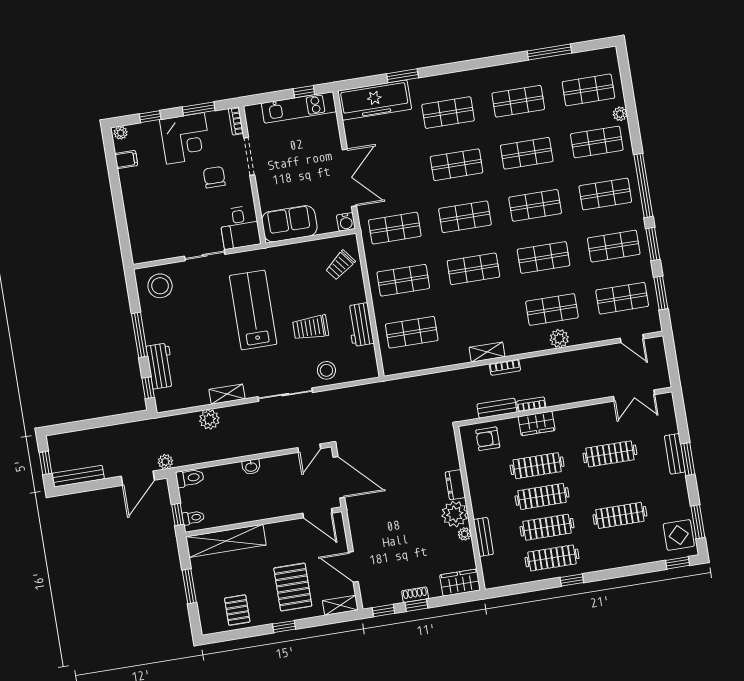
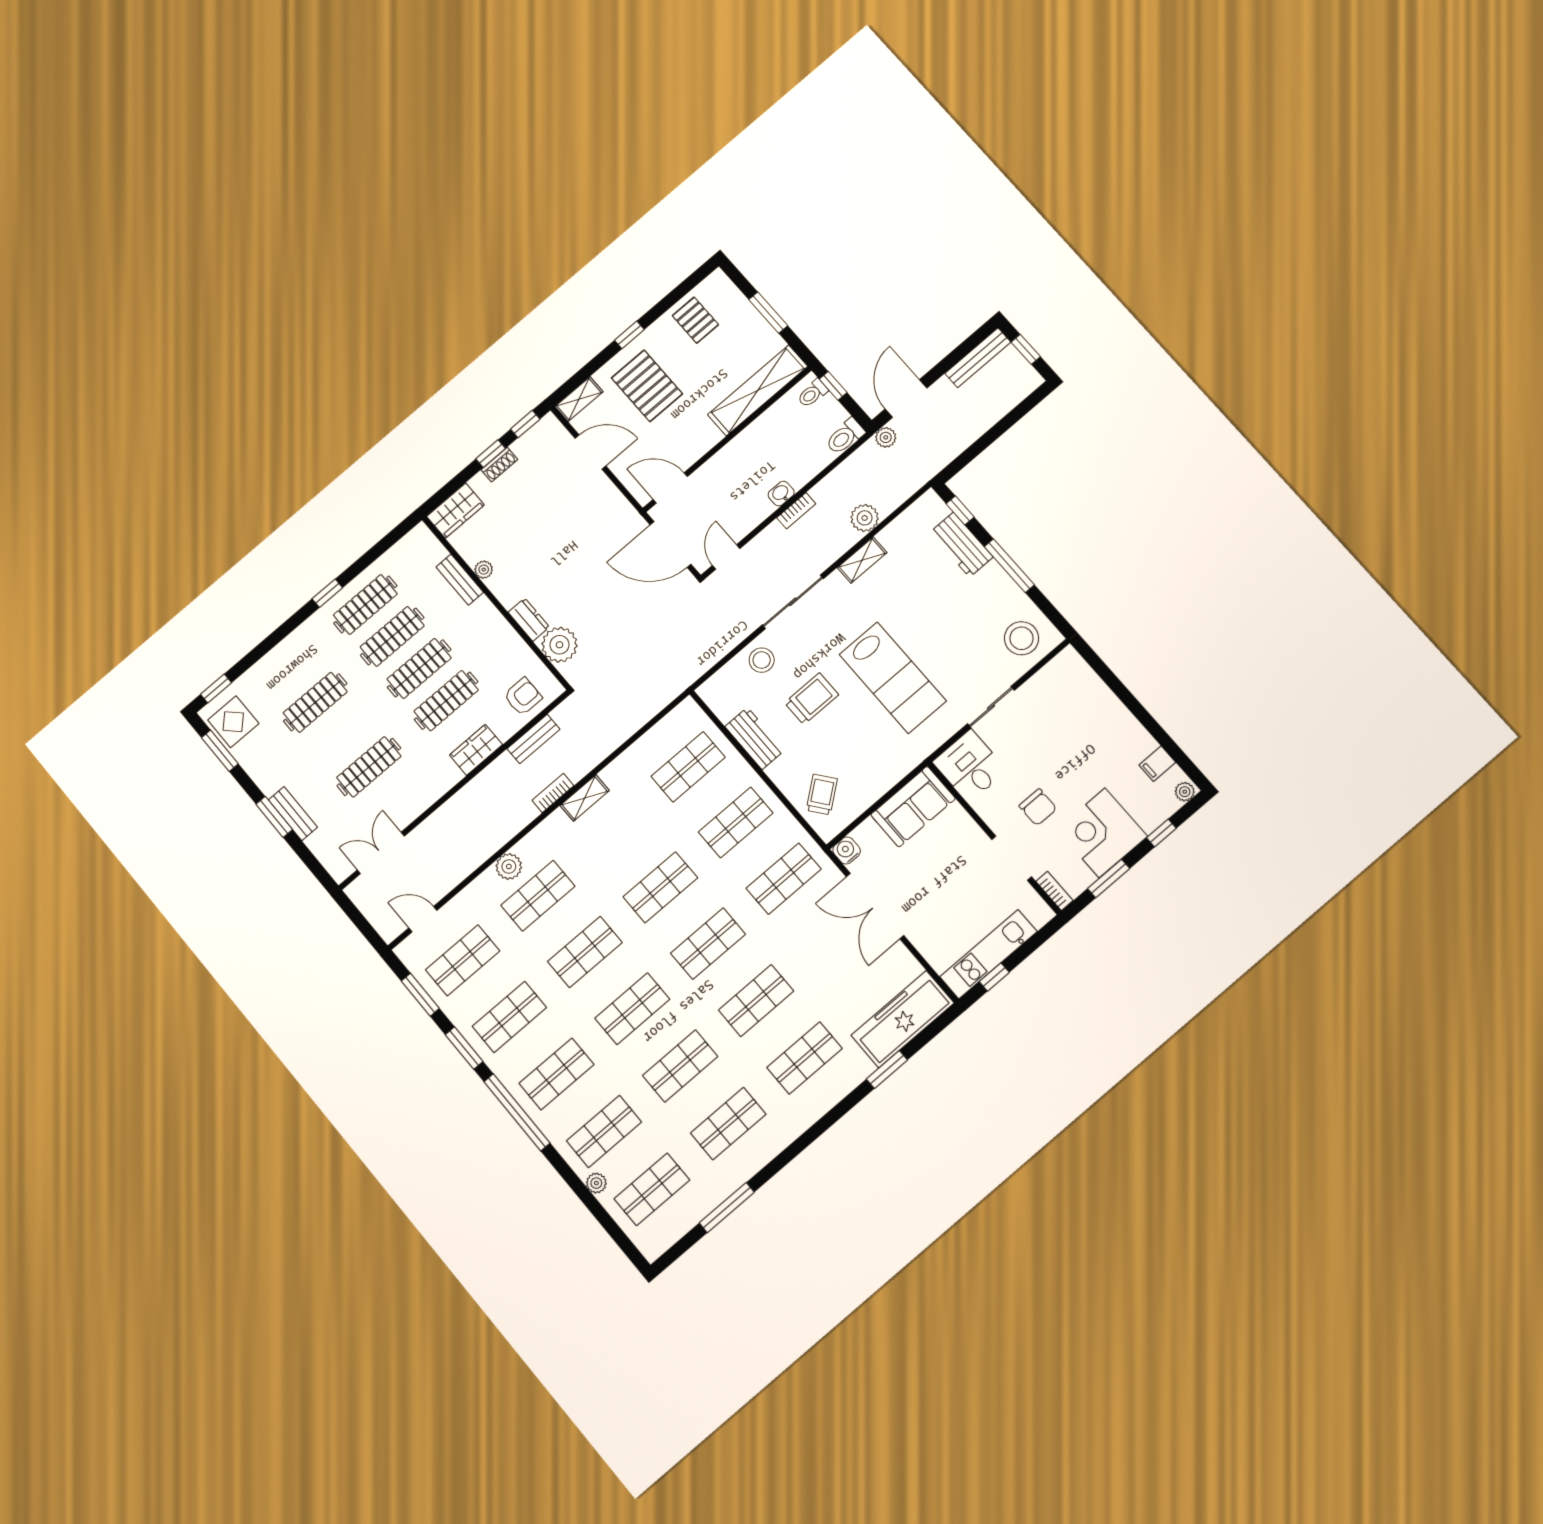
bookcase: (531, 404) -> (796, 511), moved
plant: (455, 514) -> (560, 645), moved

